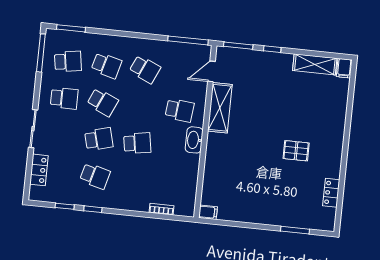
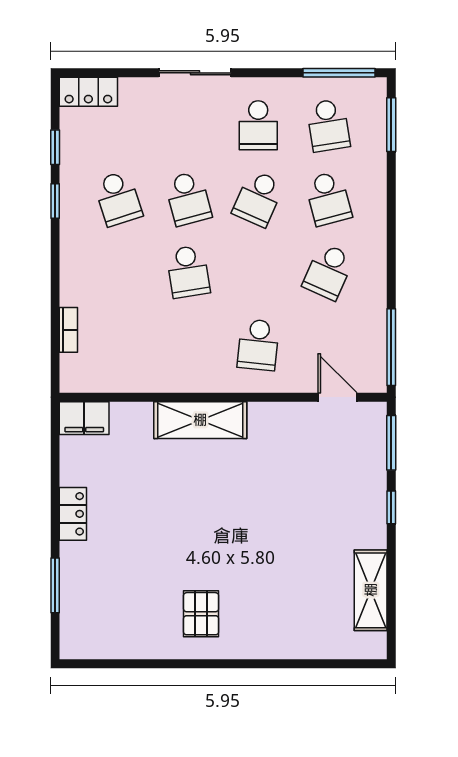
school desk: (106, 65) -> (328, 198), turned -30
filing cabinet: (344, 68) -> (369, 646), removed
shelving: (220, 108) -> (200, 420), moved
washbasin: (194, 140) -> (205, 378), removed
pallet: (296, 151) -> (201, 614), moved
locker: (39, 170) -> (88, 92), moved
school desk: (95, 176) -> (118, 198), turned -33
locker: (331, 193) -> (73, 514), moved, turned 90
filing cabinet: (208, 212) -> (84, 418), width x2.00

